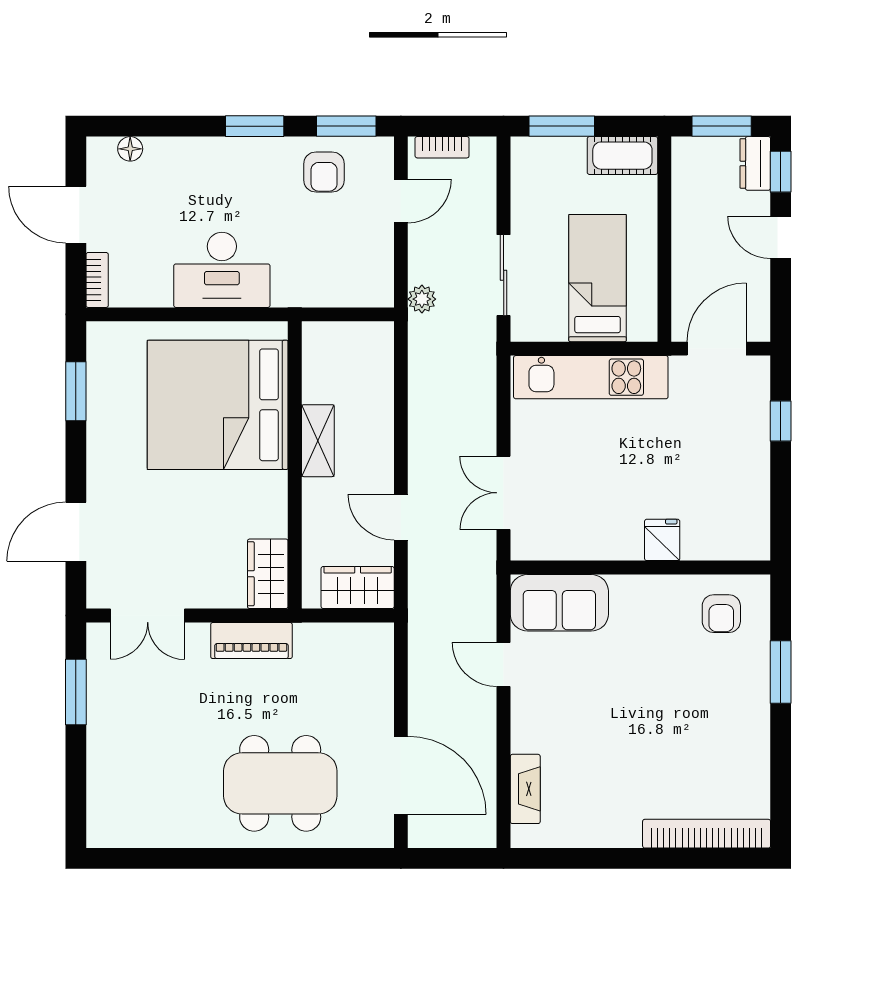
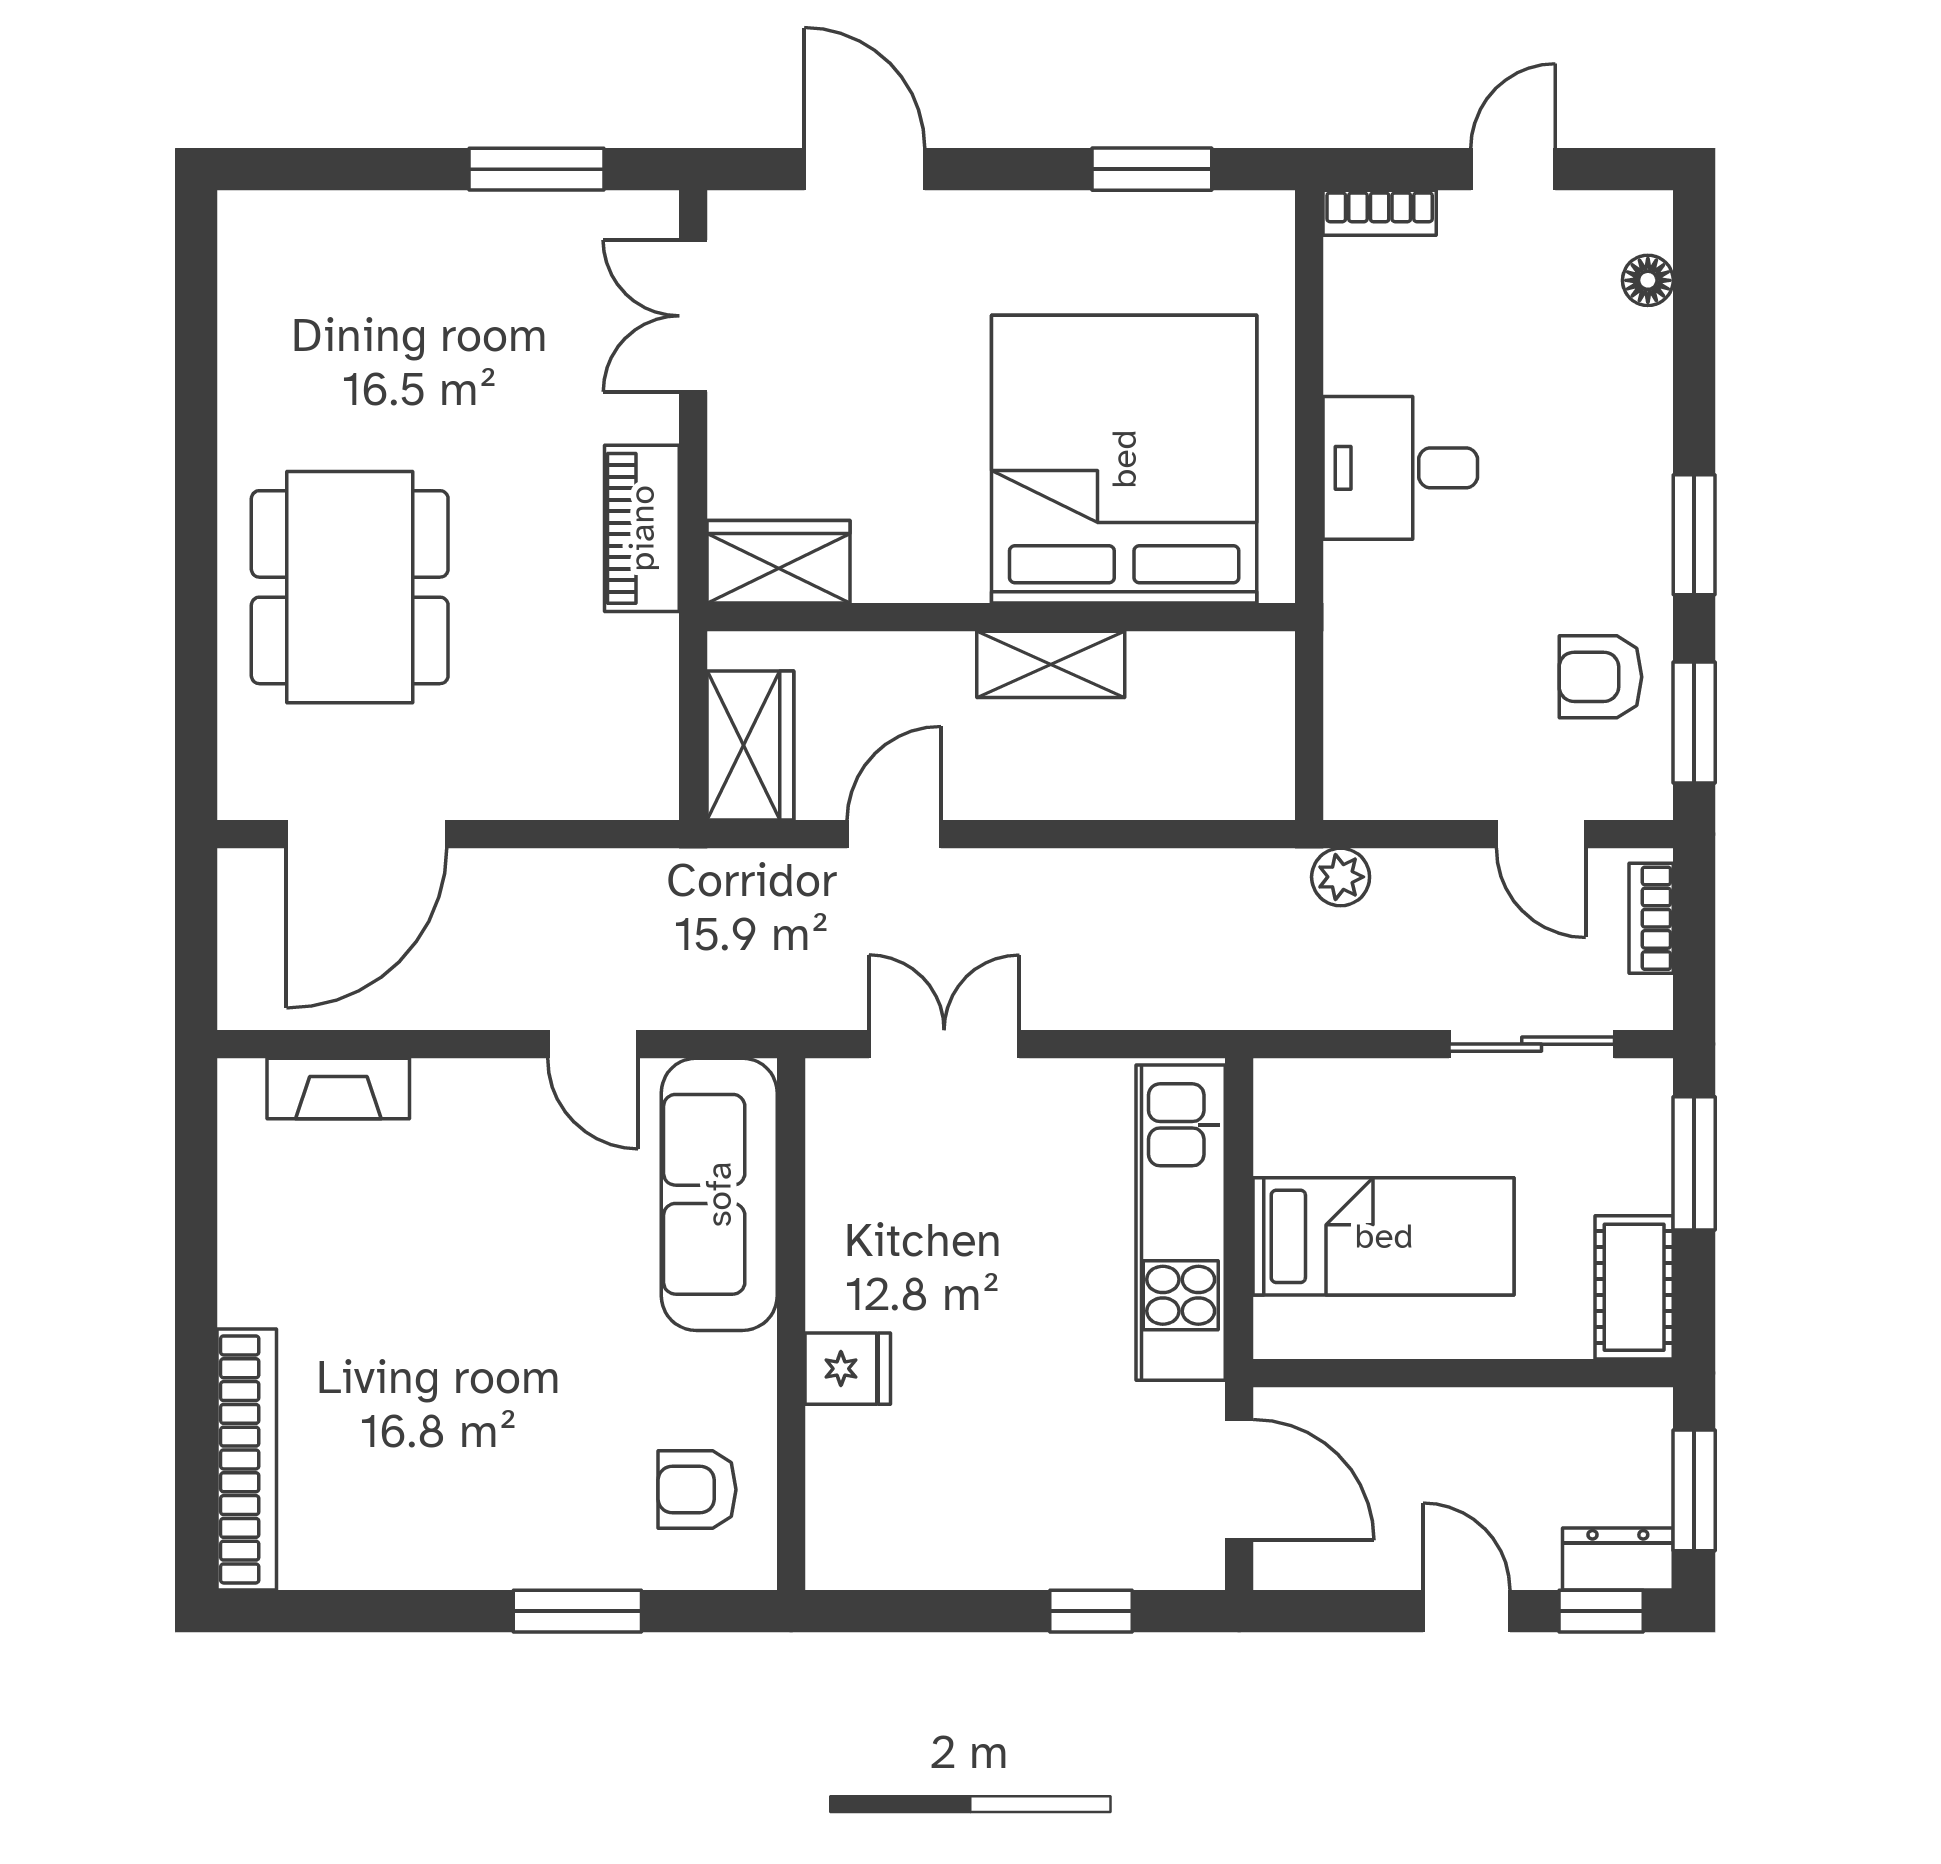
door: (76, 215) -> (1513, 169), width x0.73
door: (781, 237) -> (1467, 1611), hinge flipped
desk: (222, 270) -> (1400, 468), width x0.73
sliding door: (504, 275) -> (1532, 1044), moved
sofa: (559, 603) -> (719, 1194), width x1.36
door: (504, 665) -> (593, 1044), swing flipped

